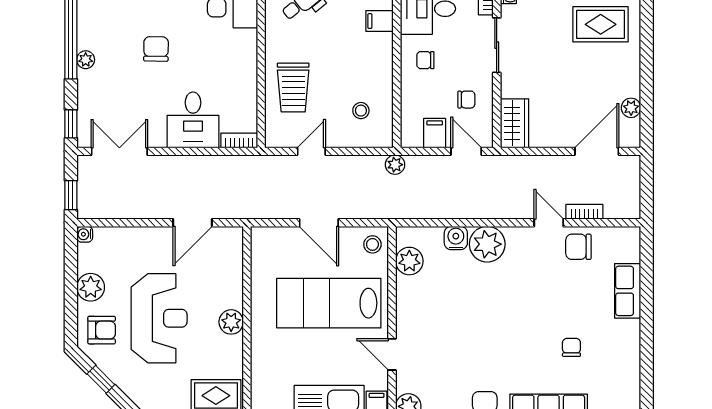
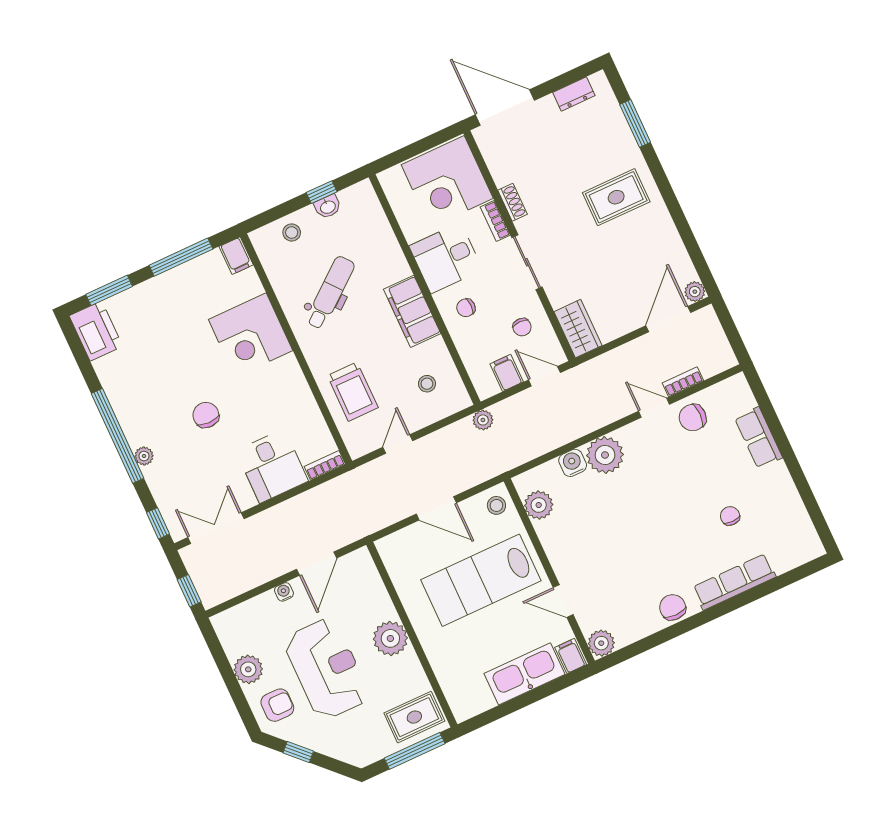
filing cabinet: (379, 21) -> (412, 311), width x3.00, depth x1.17
chair: (466, 100) -> (522, 327), turned 90
plant: (631, 108) -> (695, 292), moved
water cooler: (85, 234) -> (284, 592), moved, turned 90
plant: (231, 322) -> (390, 638), width x1.36, depth x1.36

